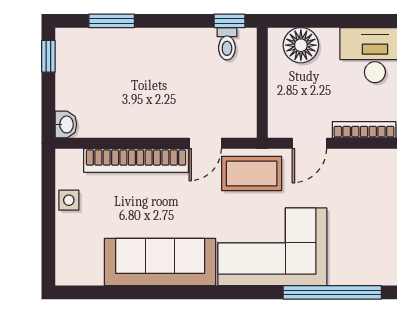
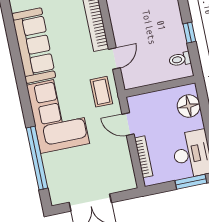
window: (229, 21) -> (189, 33), moved
door: (205, 143) -> (114, 58), swing flipped
coffee table: (252, 173) -> (101, 92), width x0.73, depth x0.77

